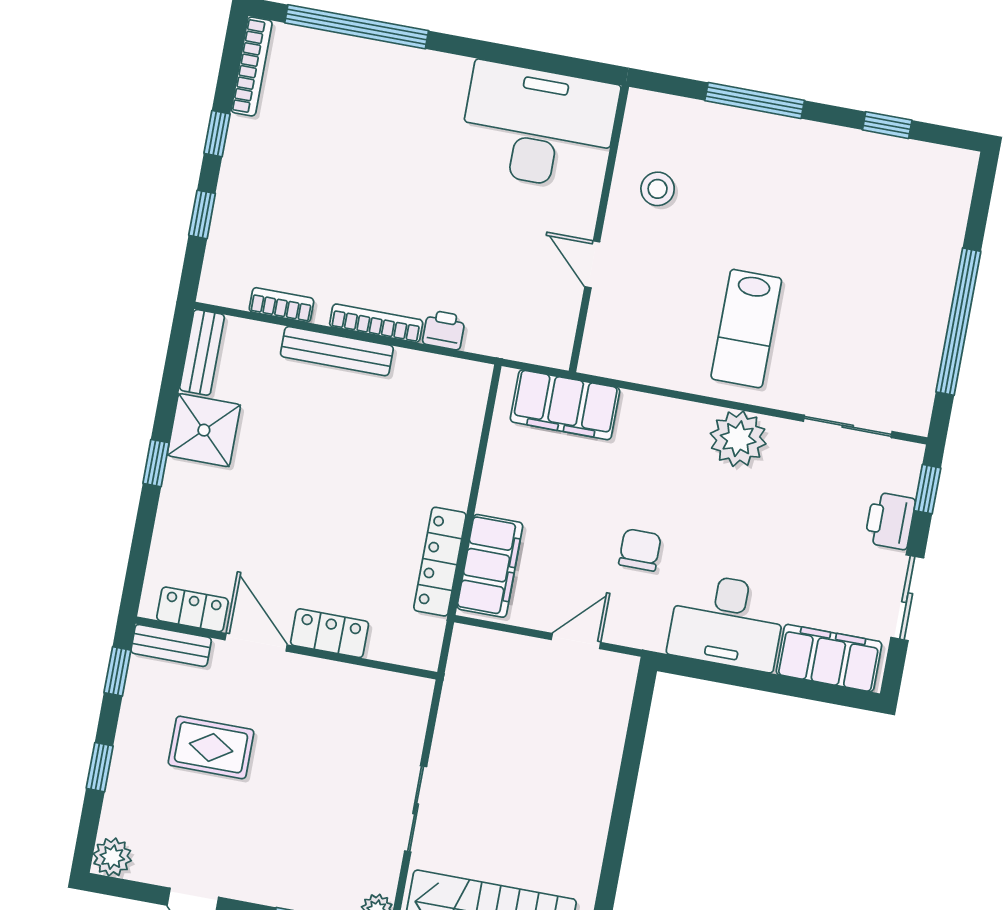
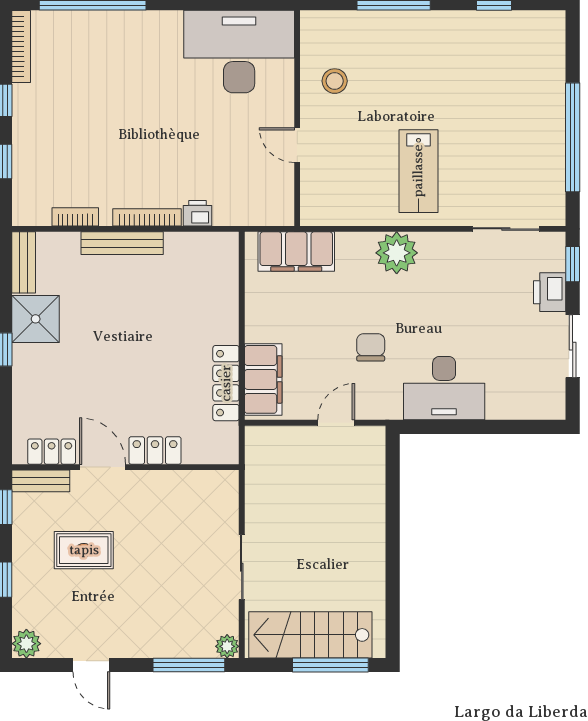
plant: (738, 439) -> (397, 253), moved
filing cabinet: (829, 658) -> (524, 401), removed

